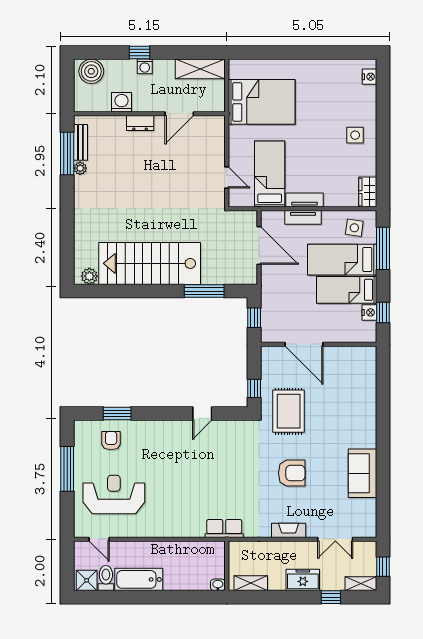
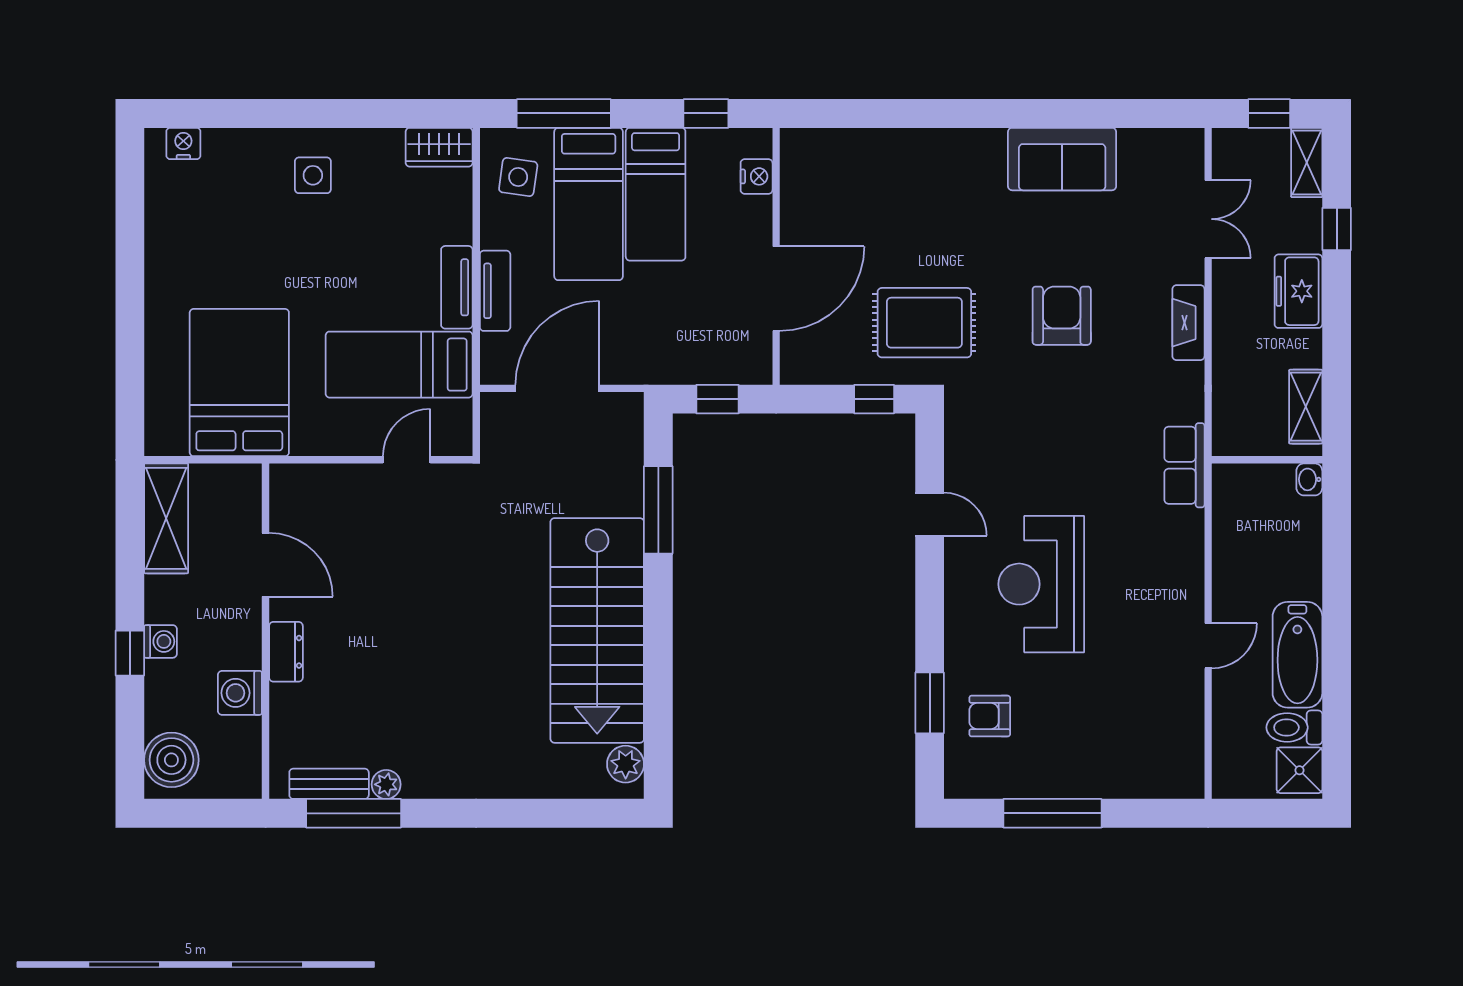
nightstand: (369, 312) -> (757, 176), moved, turned 90
reception desk: (114, 494) -> (1041, 584), moved
door: (99, 539) -> (1208, 646), moved

